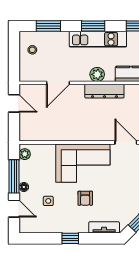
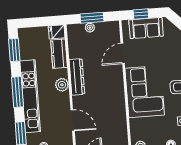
window: (93, 26) -> (17, 92), width x1.44
kitchen unit: (98, 39) -> (30, 96), width x1.36

